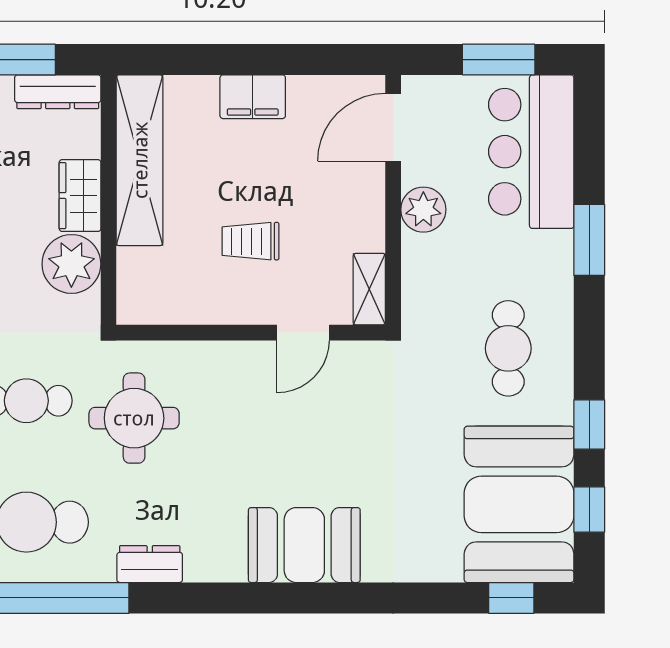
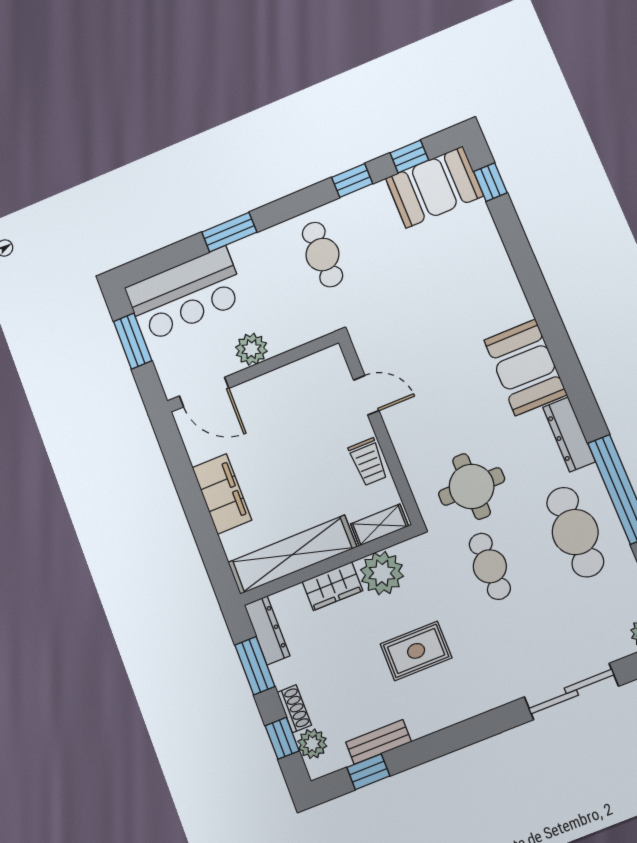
filing cabinet: (253, 97) -> (222, 494), width x1.50, depth x1.17
trolley: (251, 241) -> (368, 462), moved
shelving: (369, 289) -> (380, 525), moved
cafe table: (508, 348) -> (322, 255), turned 90
booth: (519, 504) -> (434, 187), width x0.73, depth x0.70
booth: (304, 545) -> (525, 367), moved
dresser: (150, 564) -> (569, 434), width x1.44

